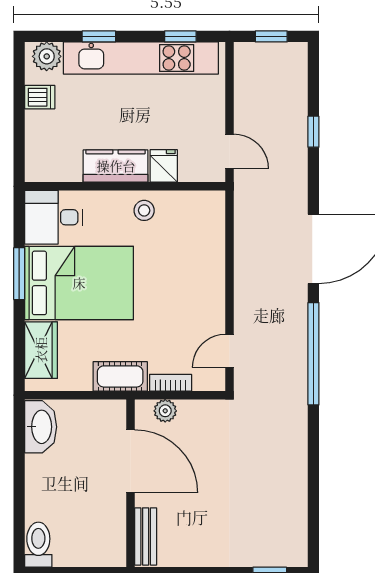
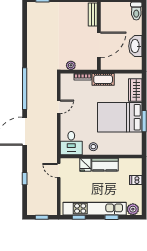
dishwasher: (40, 97) -> (136, 180), moved
desk: (54, 217) -> (71, 143), moved, turned 90
door: (230, 351) -> (59, 107), moved
plant: (165, 411) -> (71, 65), moved
washbasin: (41, 427) -> (135, 46), moved
door: (131, 461) -> (99, 45), swing flipped

